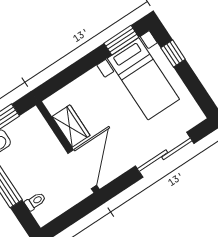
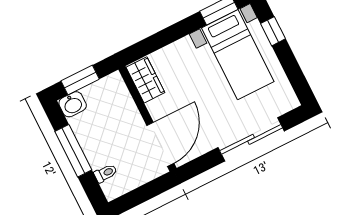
wardrobe: (71, 126) -> (145, 80), moved

